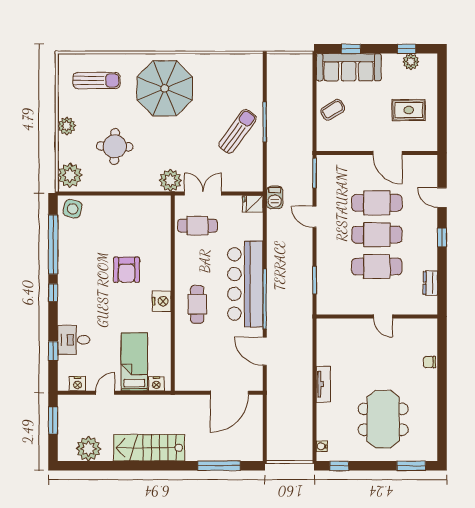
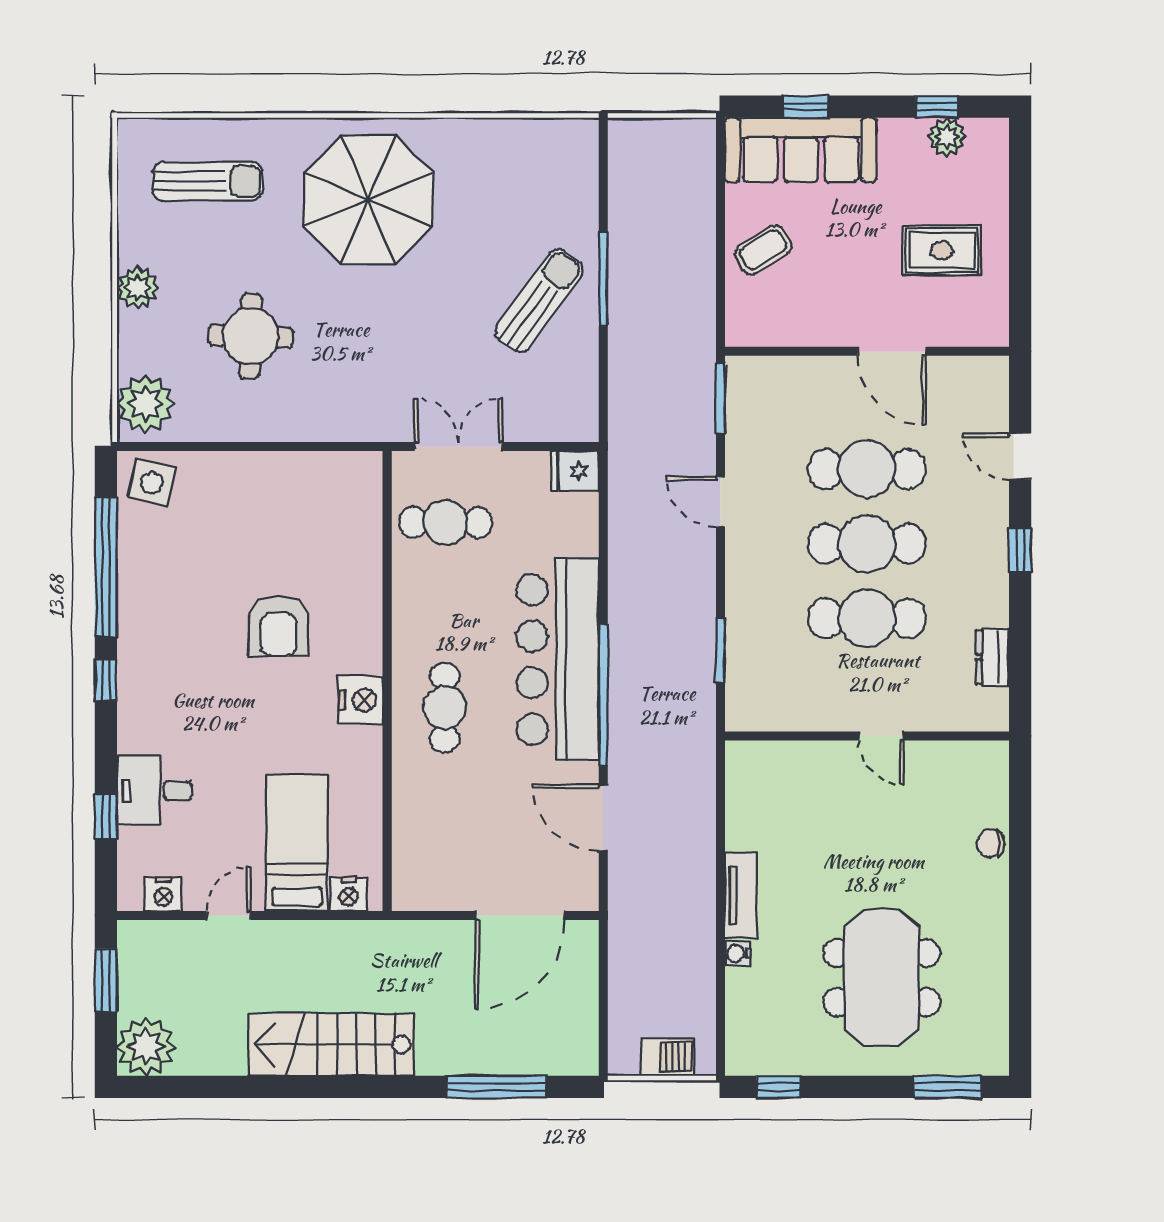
plant: (170, 180) -> (382, 416), removed
barbecue: (275, 198) -> (667, 1057), moved, turned -90
water cooler: (322, 446) -> (738, 953), moved
plant: (88, 449) -> (146, 1047), moved

